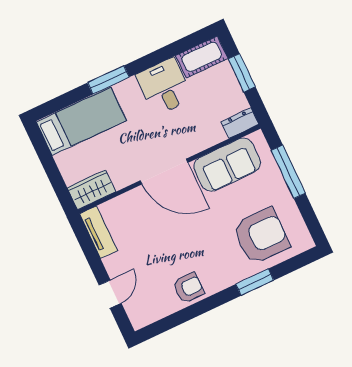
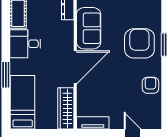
wardrobe: (92, 190) -> (66, 108), width x1.50
armchair: (261, 236) -> (139, 43), moved

